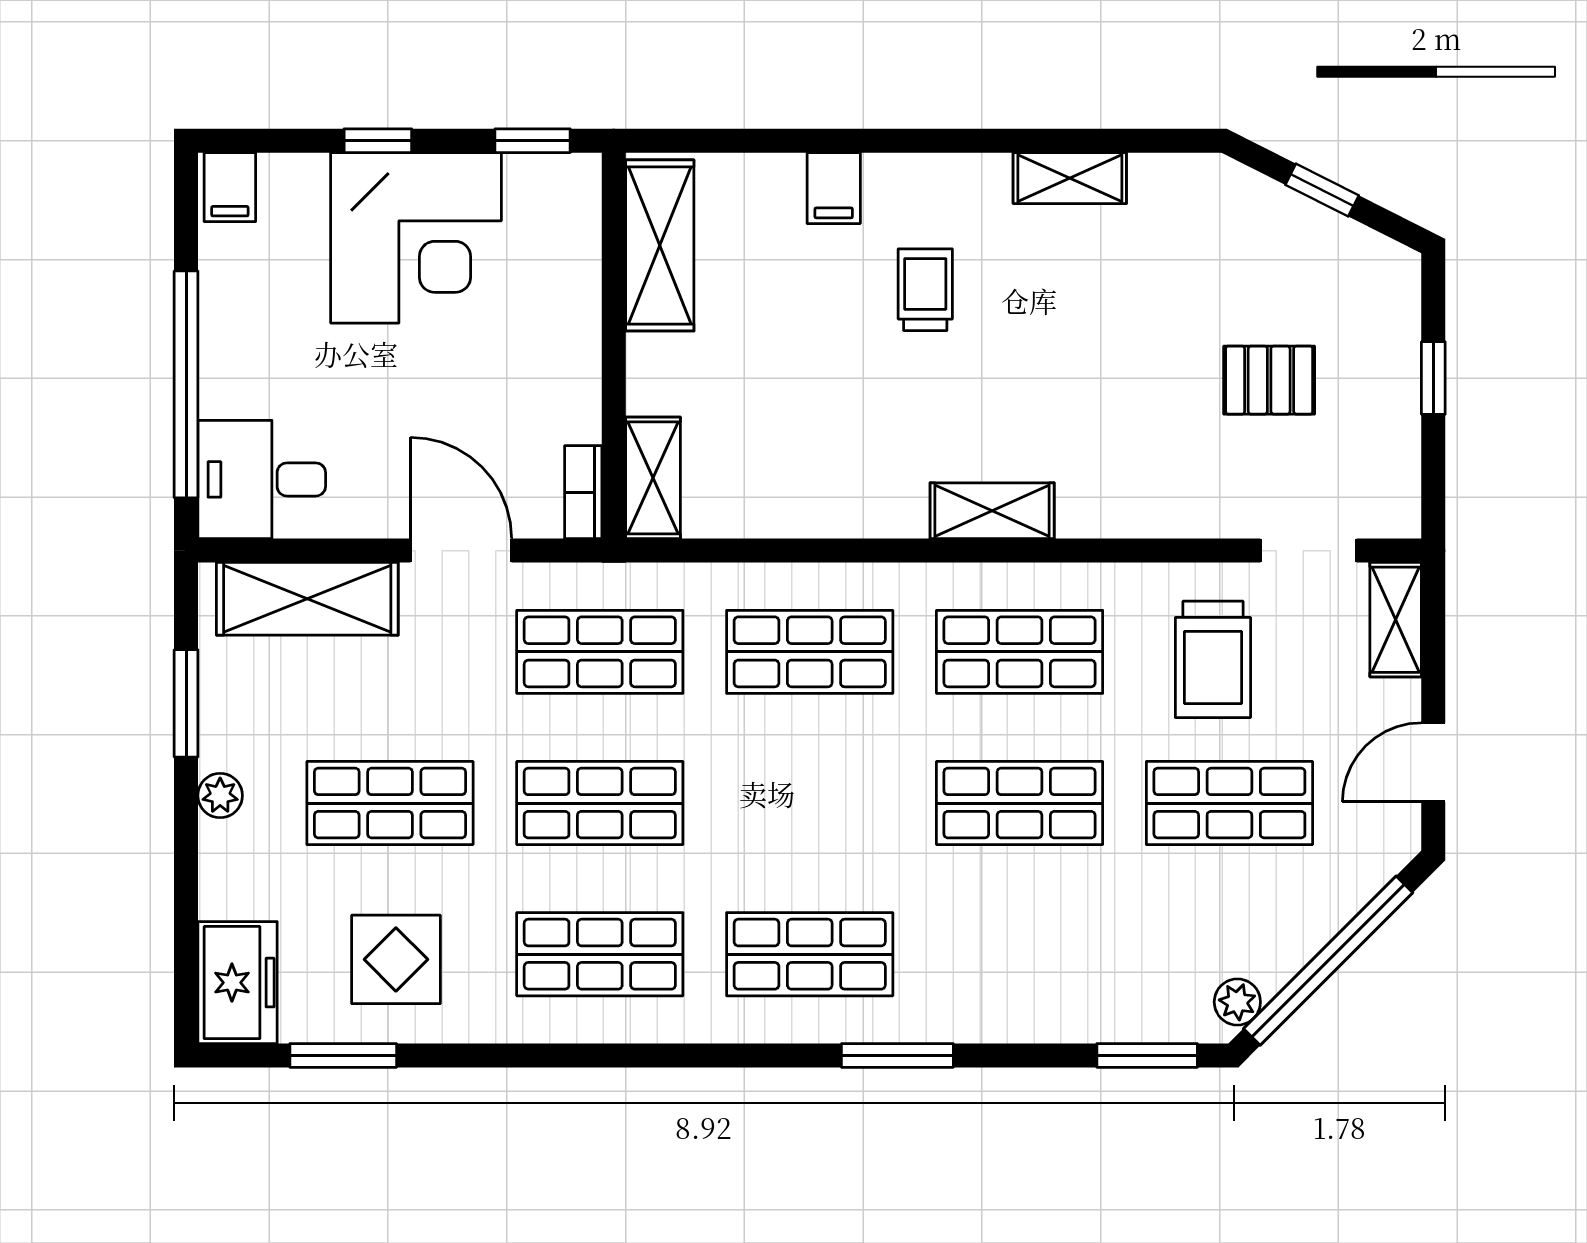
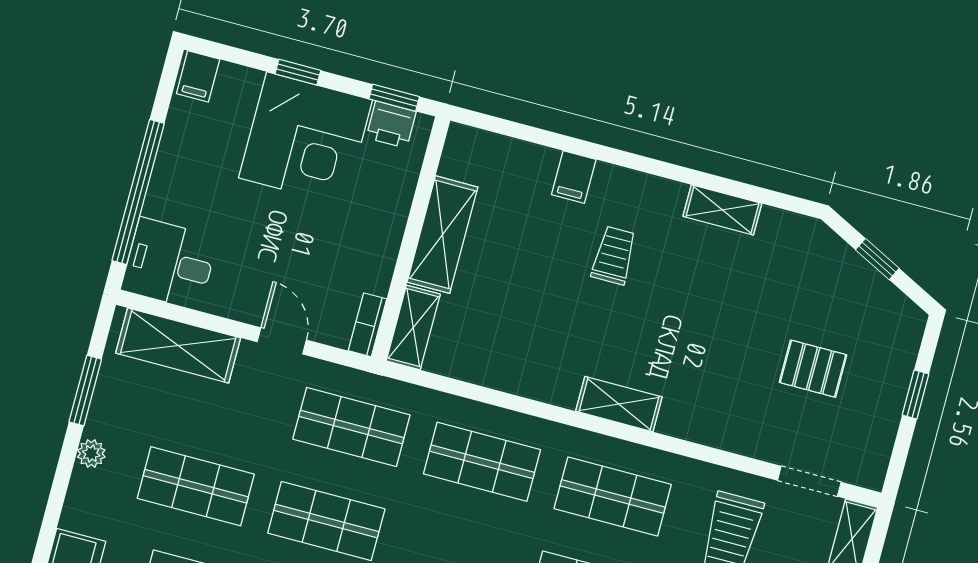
printer: (539, 182) -> (391, 125), added
shelving: (660, 245) -> (443, 235), moved
door: (461, 551) -> (282, 341), width x0.73

